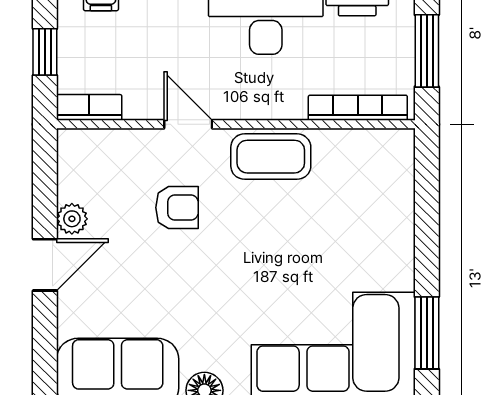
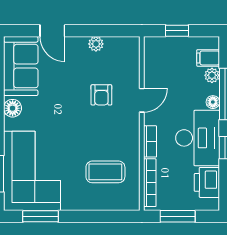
bookcase: (89, 107) -> (150, 141), moved
coffee table: (271, 157) -> (105, 172), moved, turned 90
door: (45, 265) -> (52, 31), moved

